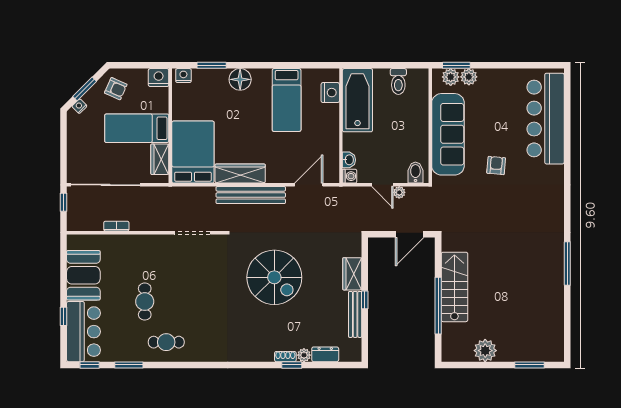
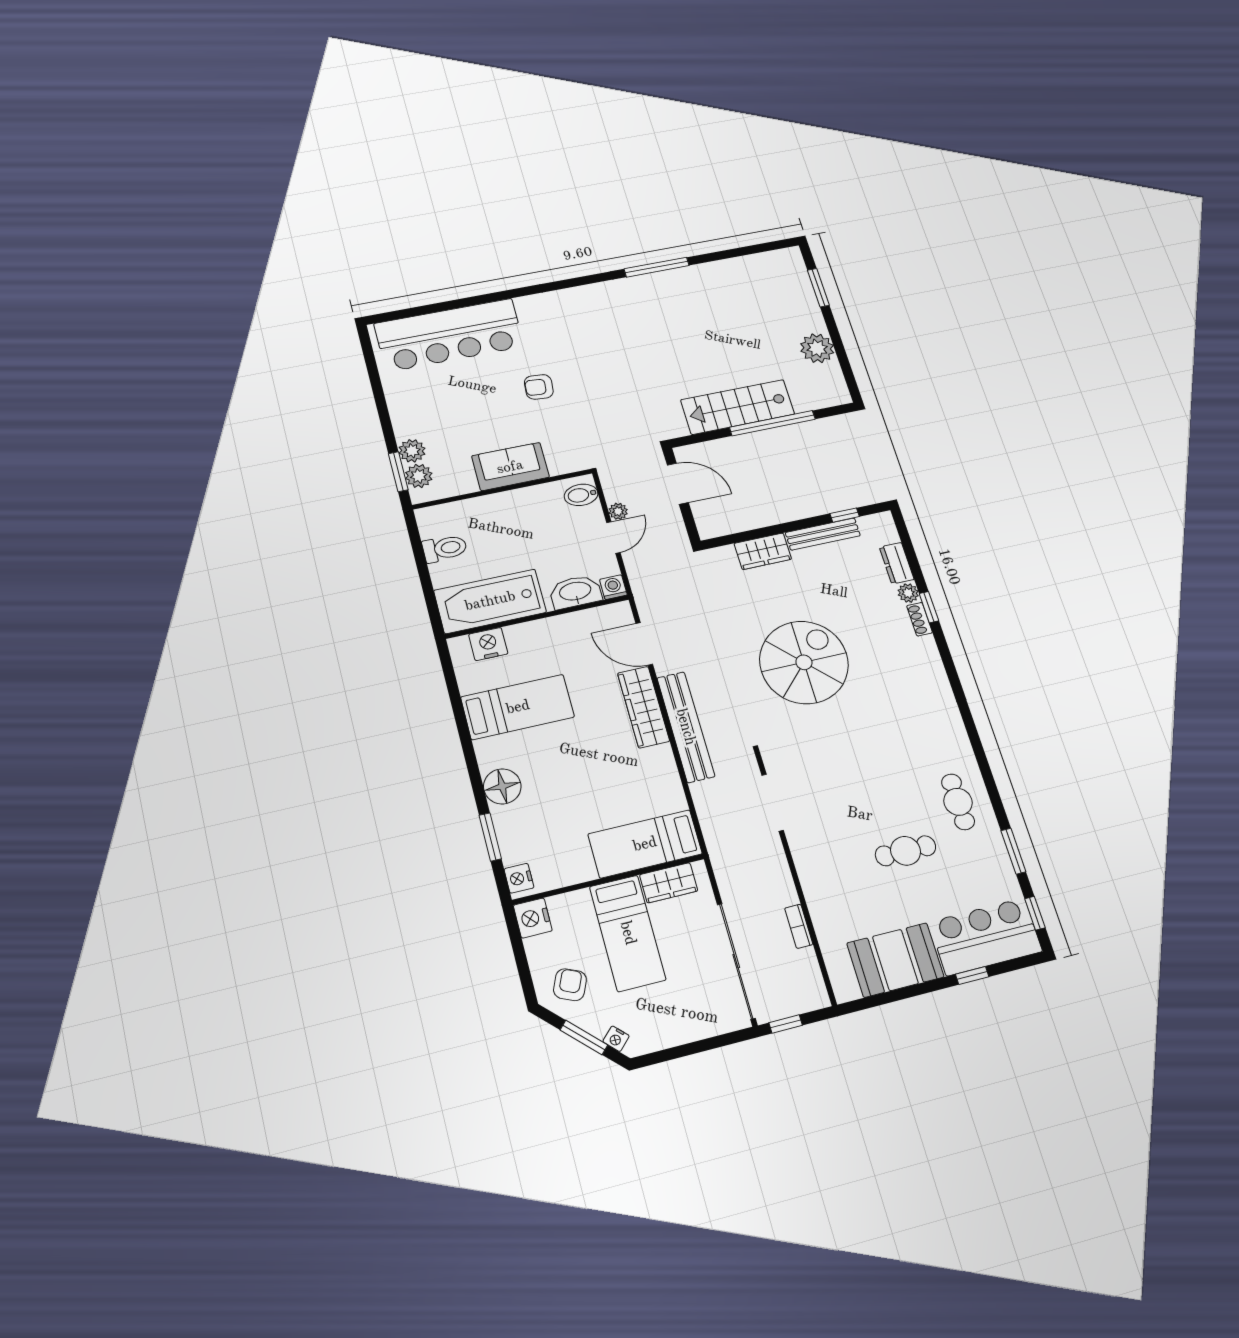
sofa: (448, 134) -> (510, 467), width x0.54, depth x0.79
bed: (193, 152) -> (645, 844), width x0.67
washbasin: (349, 160) -> (575, 592), width x1.91, depth x1.45
wardrobe: (240, 174) -> (643, 707), moved
window: (365, 300) -> (845, 515), moved

